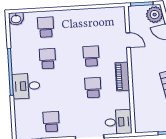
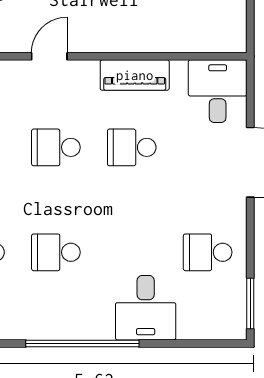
door: (128, 40) -> (49, 56), moved
piano: (122, 77) -> (135, 75), moved
desk: (26, 86) -> (146, 308), moved

